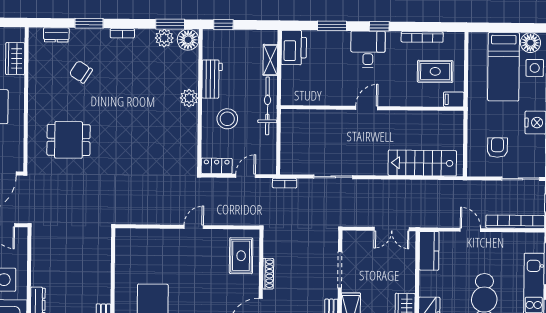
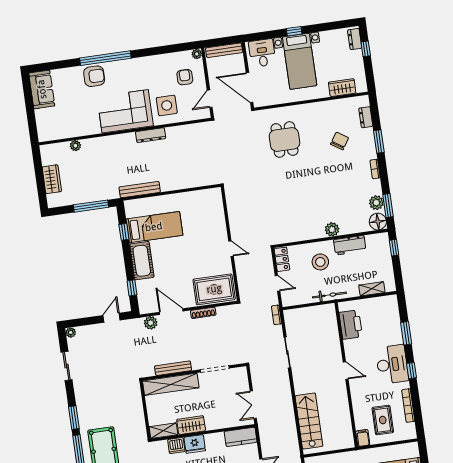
printer: (294, 48) -> (351, 325), moved, turned -90
desk: (368, 49) -> (392, 364), width x1.37
bicycle: (267, 106) -> (329, 295), width x0.73, depth x0.71
rug: (241, 256) -> (214, 289), width x1.36, depth x1.43

